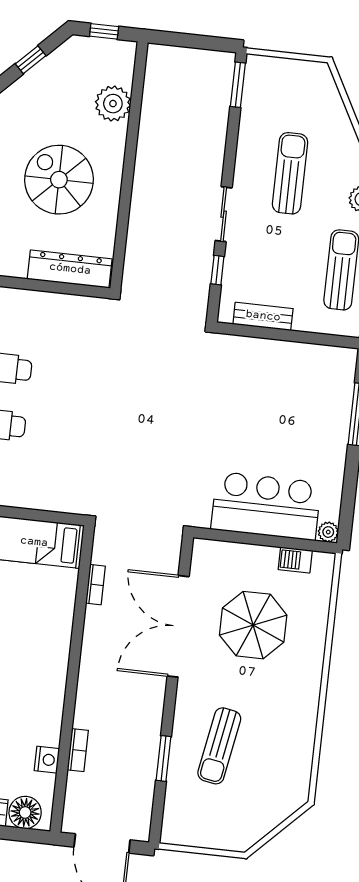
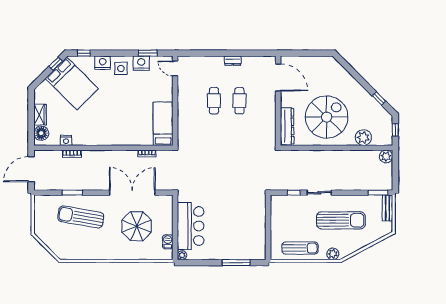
plant: (160, 58) -> (386, 156), added
sun lounger: (290, 173) -> (341, 220), width x1.36, depth x1.34
spiral stairs: (59, 180) -> (327, 117), width x1.37, depth x1.37
bench: (263, 316) -> (387, 208), moved
sun lounger: (219, 746) -> (81, 217), width x1.36, depth x1.34

